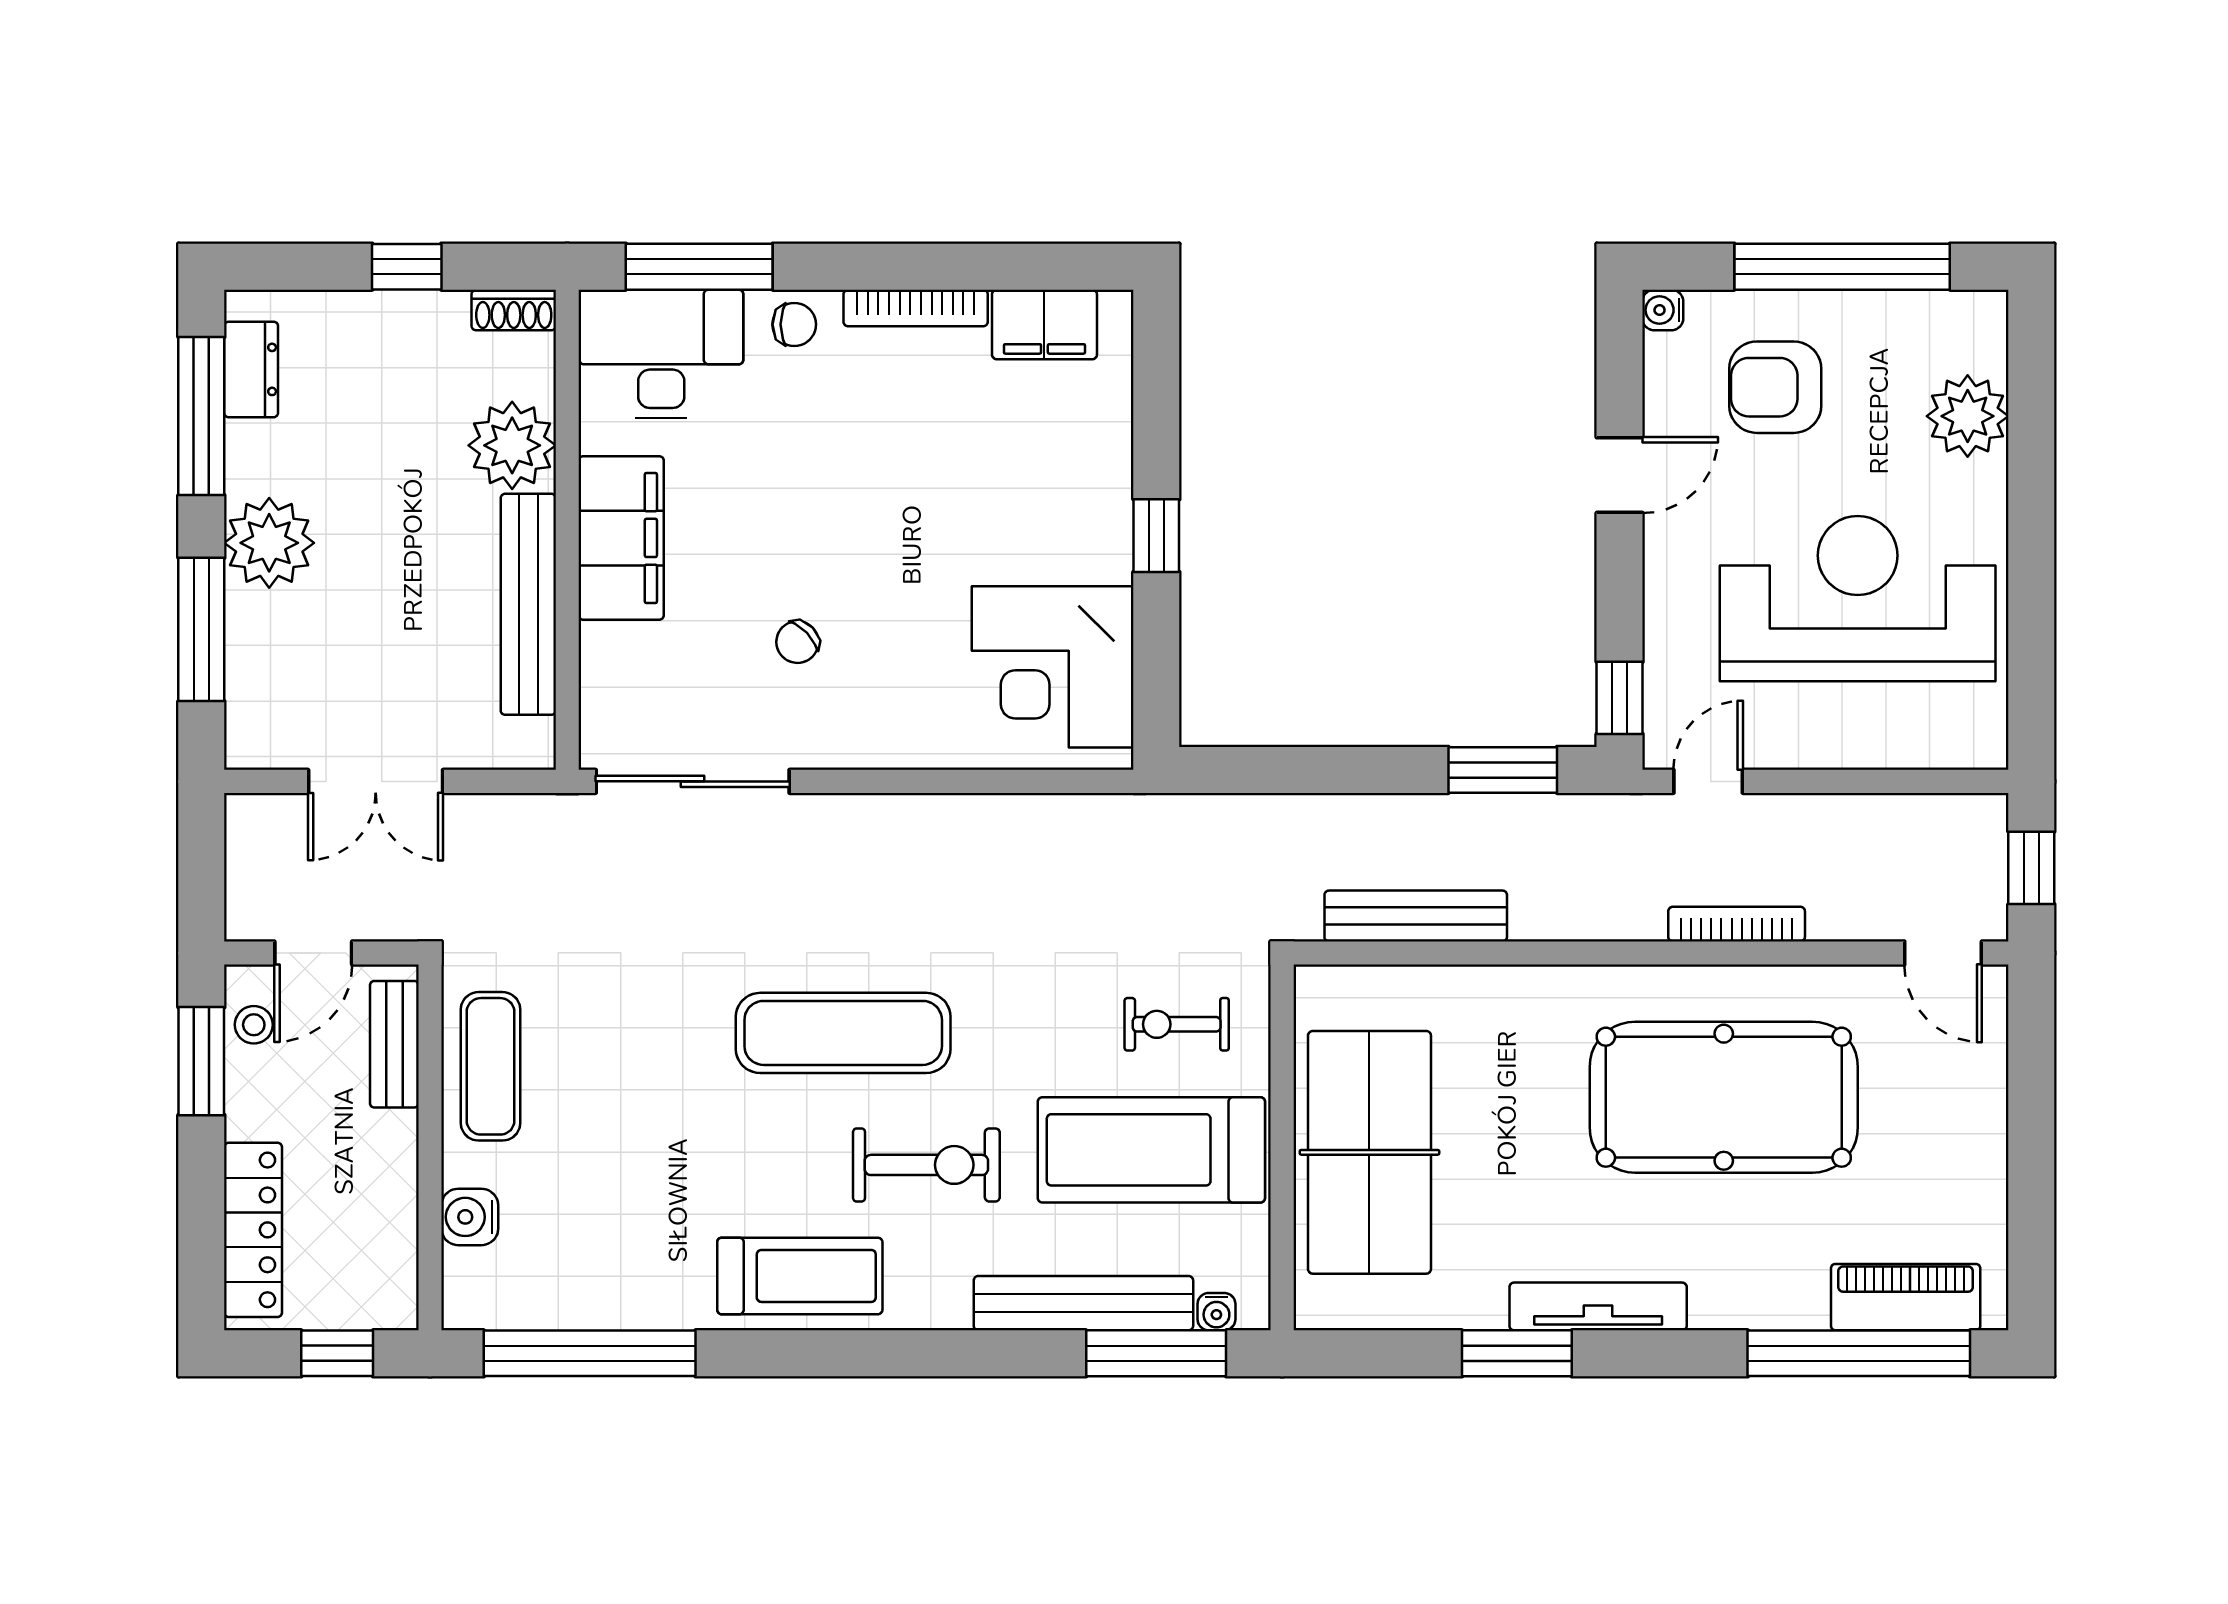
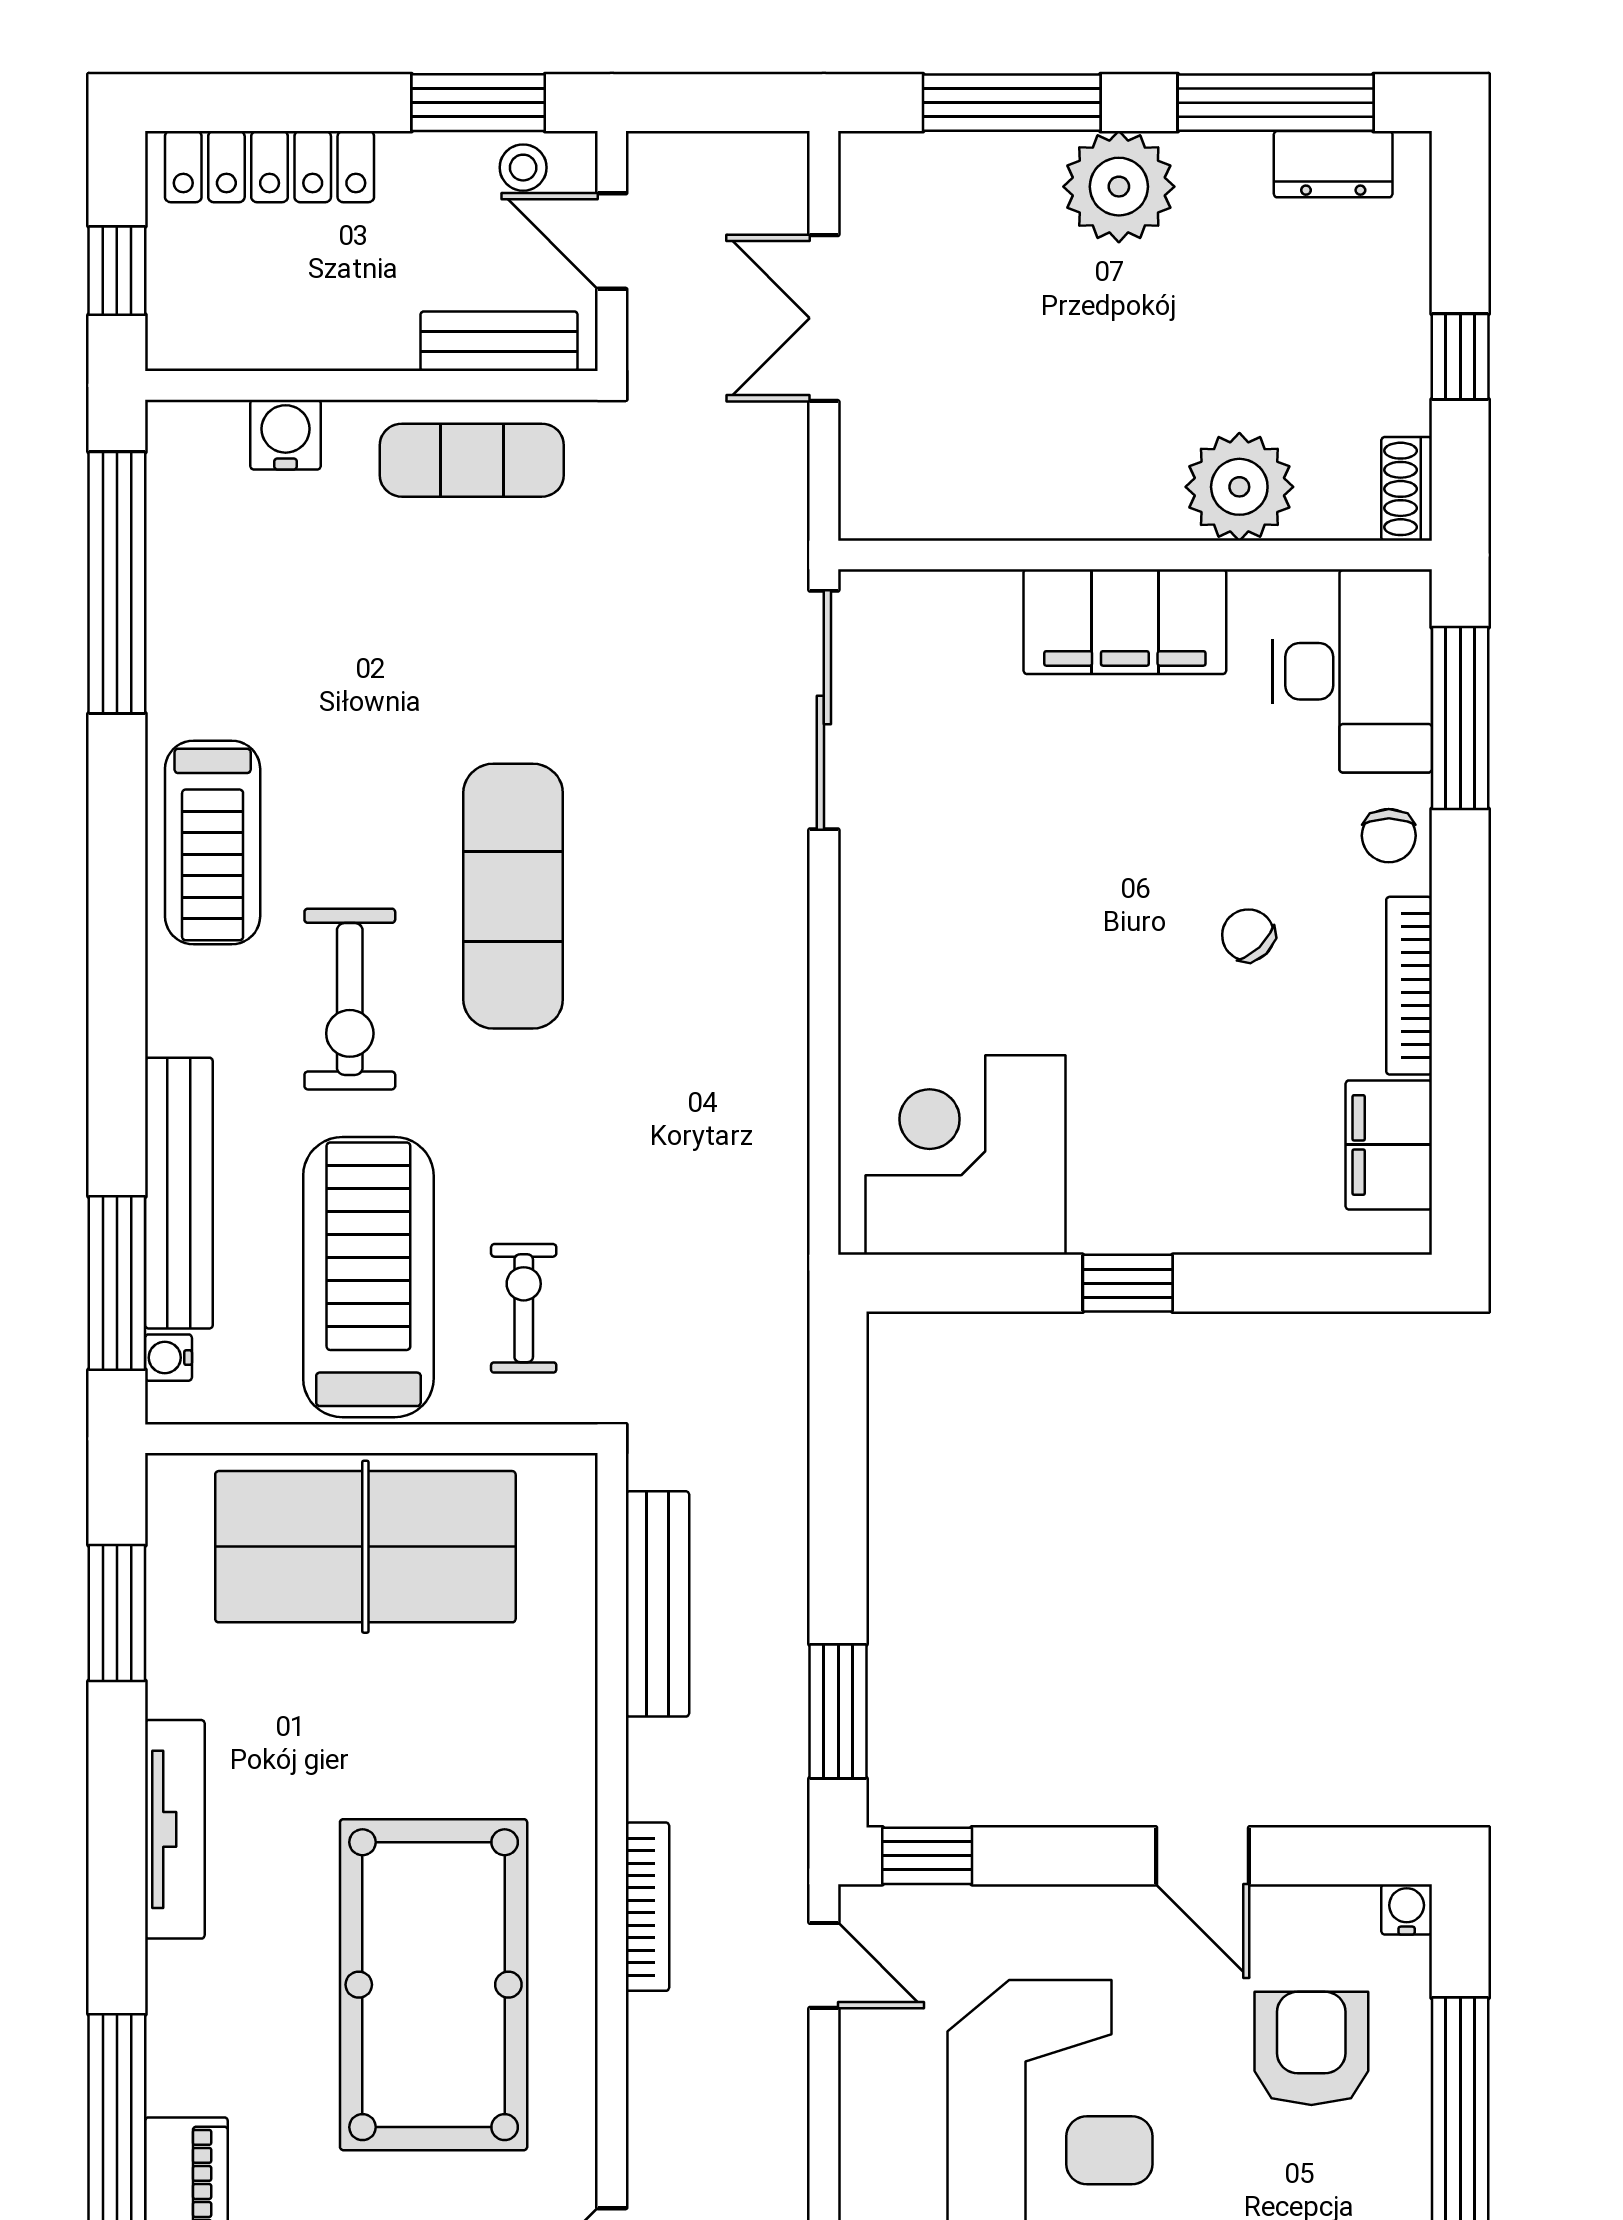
bench: (528, 604) -> (1043, 507), removed
chair: (797, 642) -> (1248, 935), moved
bookcase: (1737, 924) -> (648, 1907), moved
window: (1517, 1353) -> (117, 1613), moved

